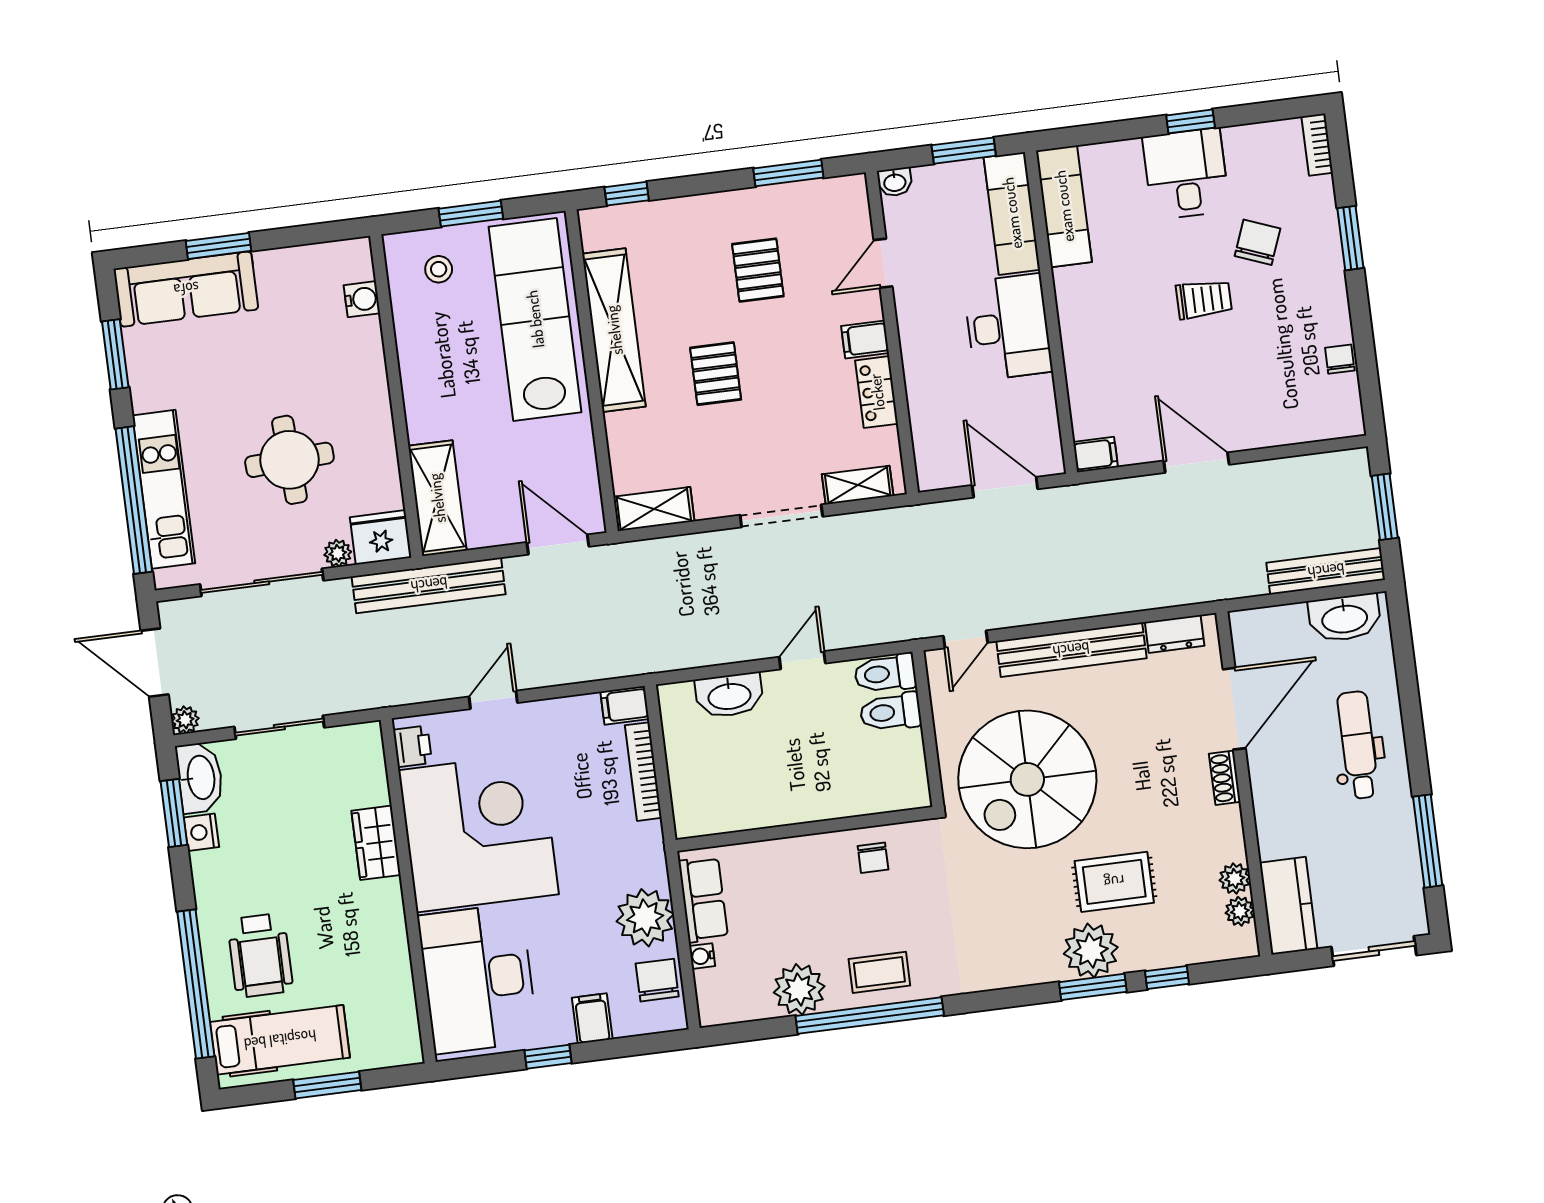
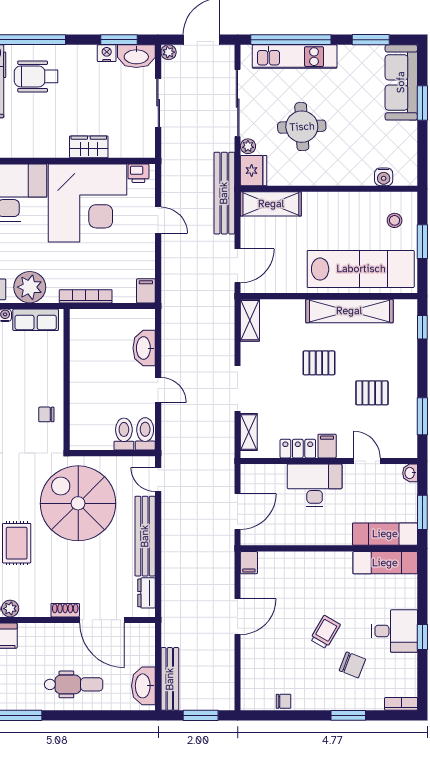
trolley: (1204, 299) -> (325, 632), turned -150
desk: (1008, 327) -> (315, 485), moved, turned 180
bookcase: (643, 772) -> (86, 296), moved

